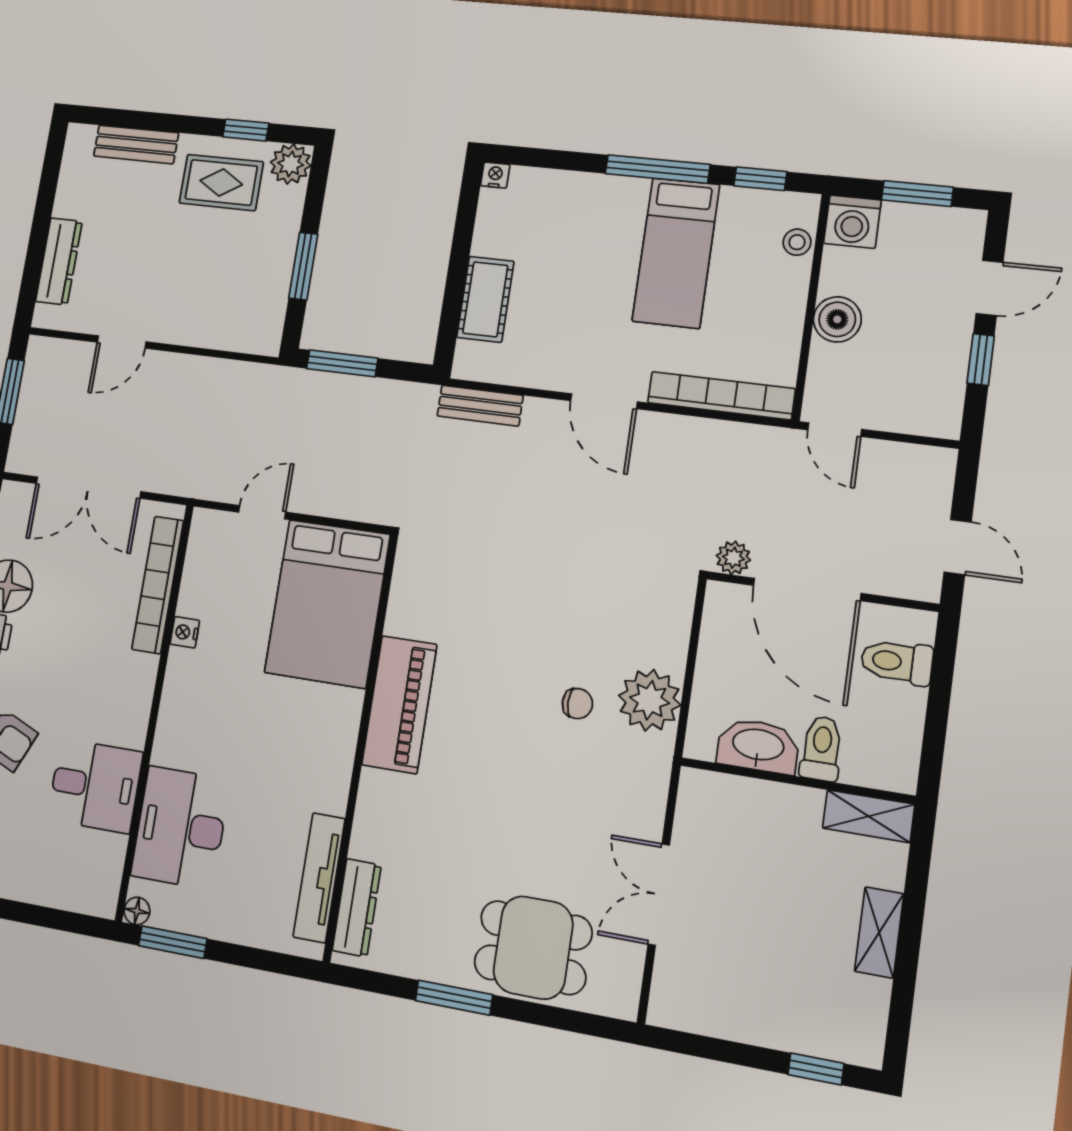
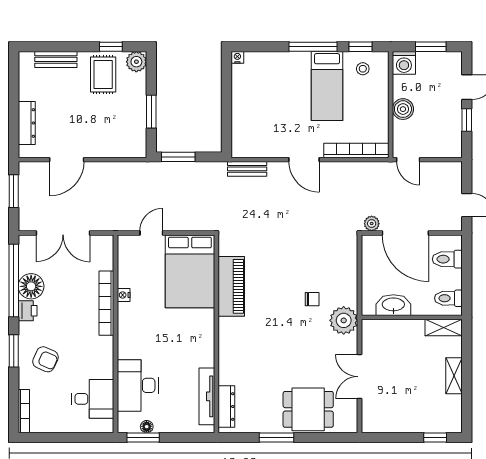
rug: (221, 182) -> (103, 74), turned 90
stool: (797, 242) -> (363, 69), moved
cot: (485, 299) -> (242, 118), removed
door: (122, 342) -> (67, 160), width x1.38
bookcase: (158, 585) -> (106, 303), moved
plant: (650, 700) -> (344, 320), moved
piano: (399, 705) -> (231, 286), moved
toilet: (821, 748) -> (448, 298), moved, turned -90
desk: (95, 786) -> (93, 399), moved
floor lamp: (137, 911) -> (147, 427), moved

